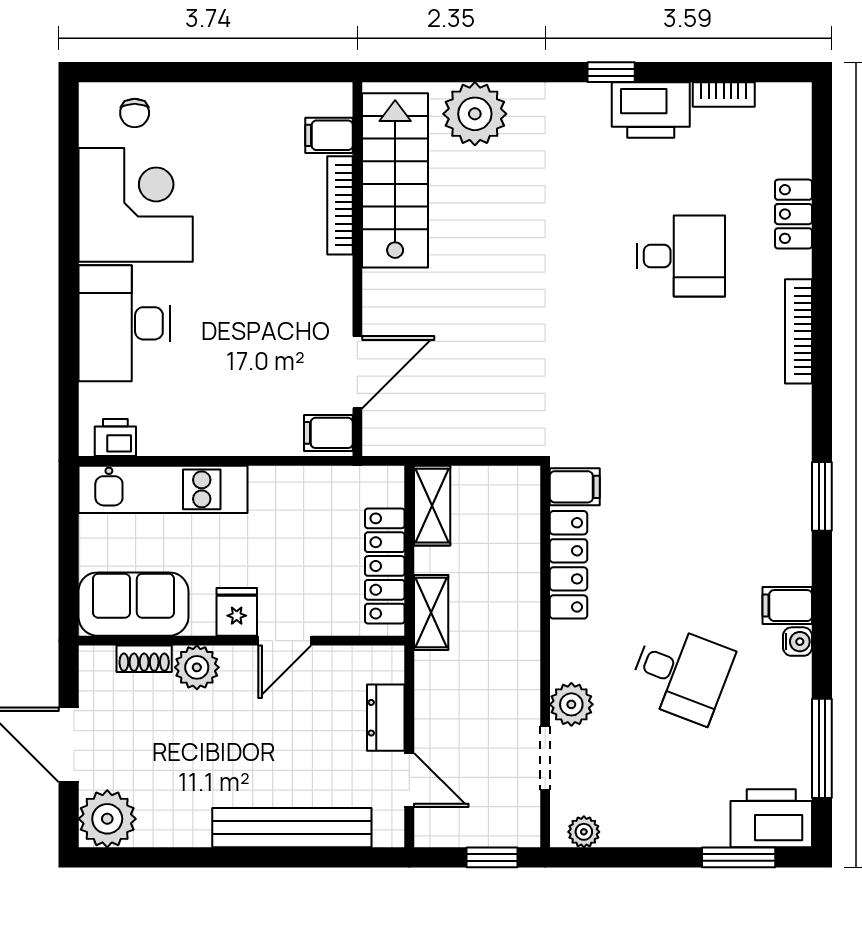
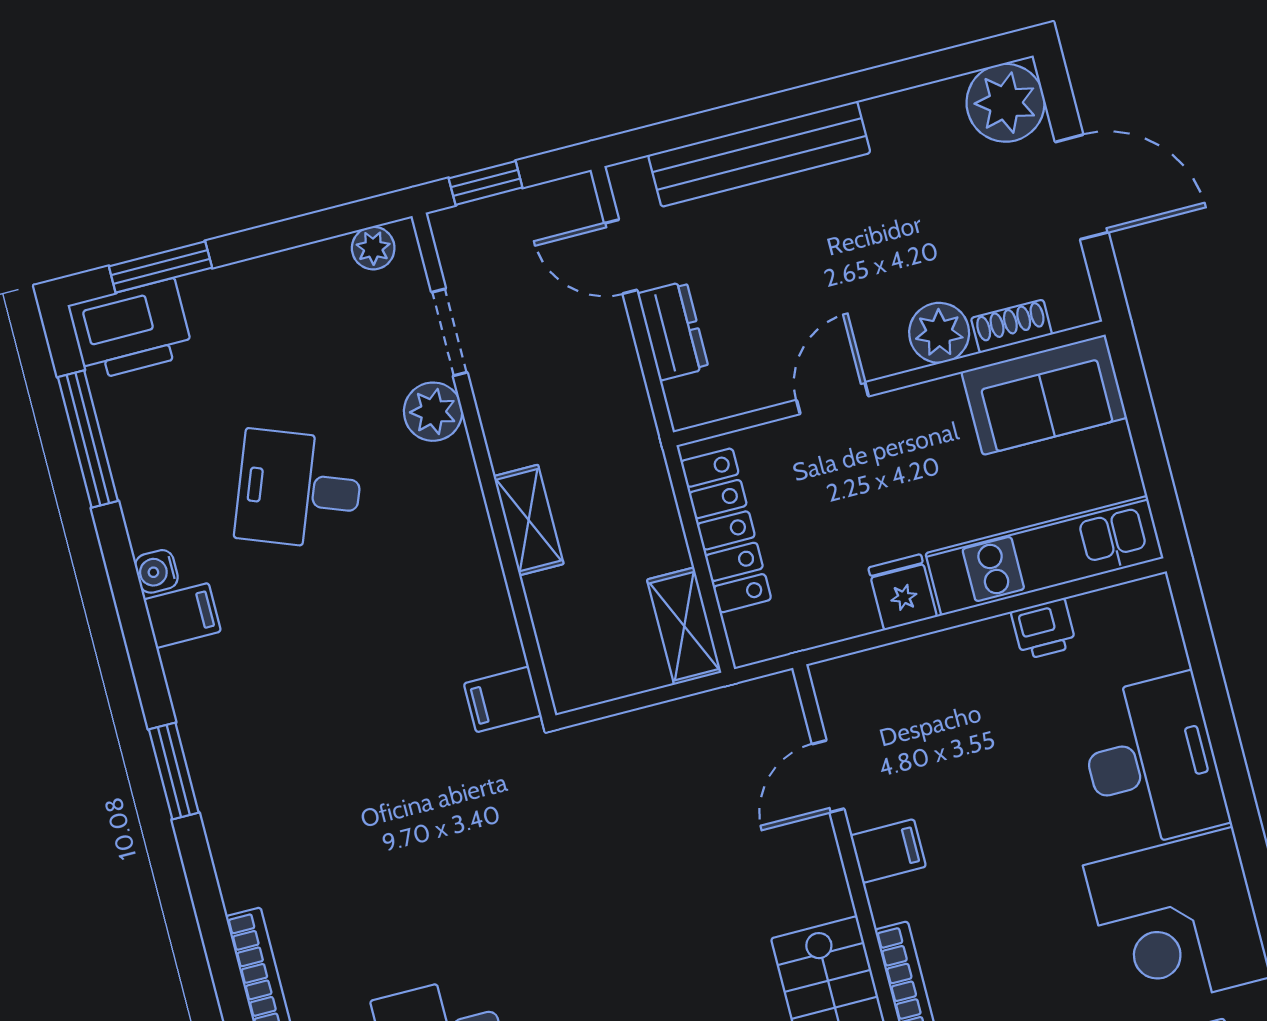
door: (357, 372) -> (828, 776), width x0.73
filing cabinet: (328, 433) -> (888, 851), moved
printer: (115, 437) -> (1044, 629), moved
locker: (568, 565) -> (484, 595), removed
fridge: (237, 612) -> (903, 592), moved, turned 180
shelving: (431, 612) -> (529, 520), moved

